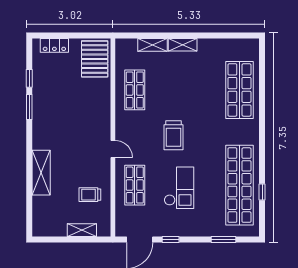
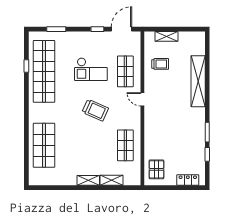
pallet: (95, 59) -> (156, 169), width x0.67, depth x0.71
trolley: (173, 135) -> (95, 110), turned 114
shelving: (41, 173) -> (198, 81), width x1.47
checkout: (179, 188) -> (91, 69), turned -90

